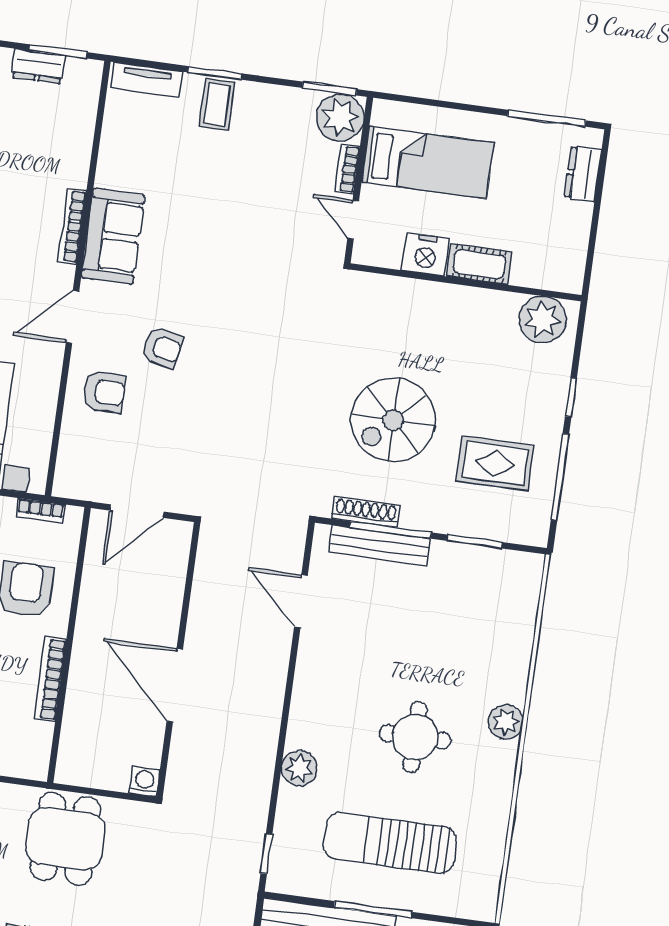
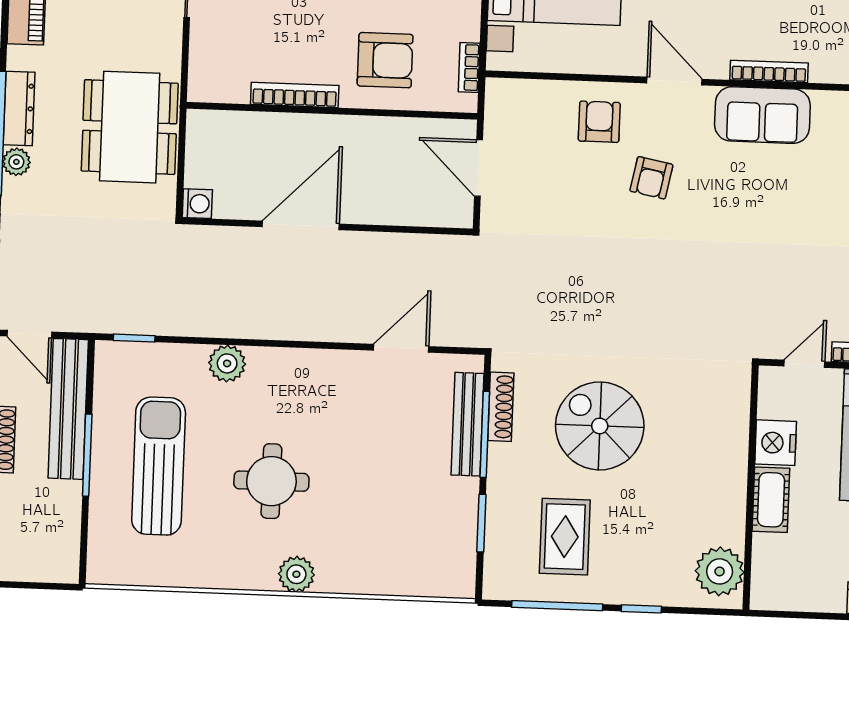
armchair: (104, 392) -> (599, 122), turned 180
dining table: (65, 839) -> (130, 127), width x1.38

